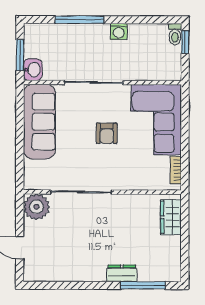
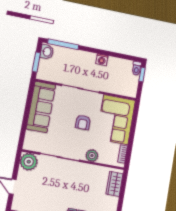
window: (80, 20) -> (63, 44), moved
washbasin: (33, 70) -> (47, 52), moved
plant: (129, 181) -> (92, 156), added

